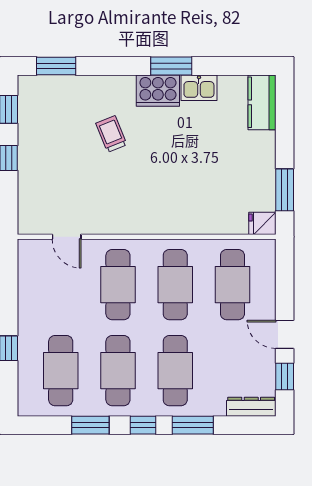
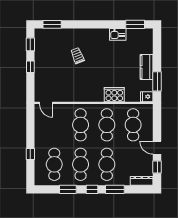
window: (171, 66) -> (135, 24), moved
cooker: (158, 91) -> (114, 95), moved, turned 180
kitchen counter: (262, 102) -> (147, 67), moved
door: (67, 237) -> (46, 103), moved

